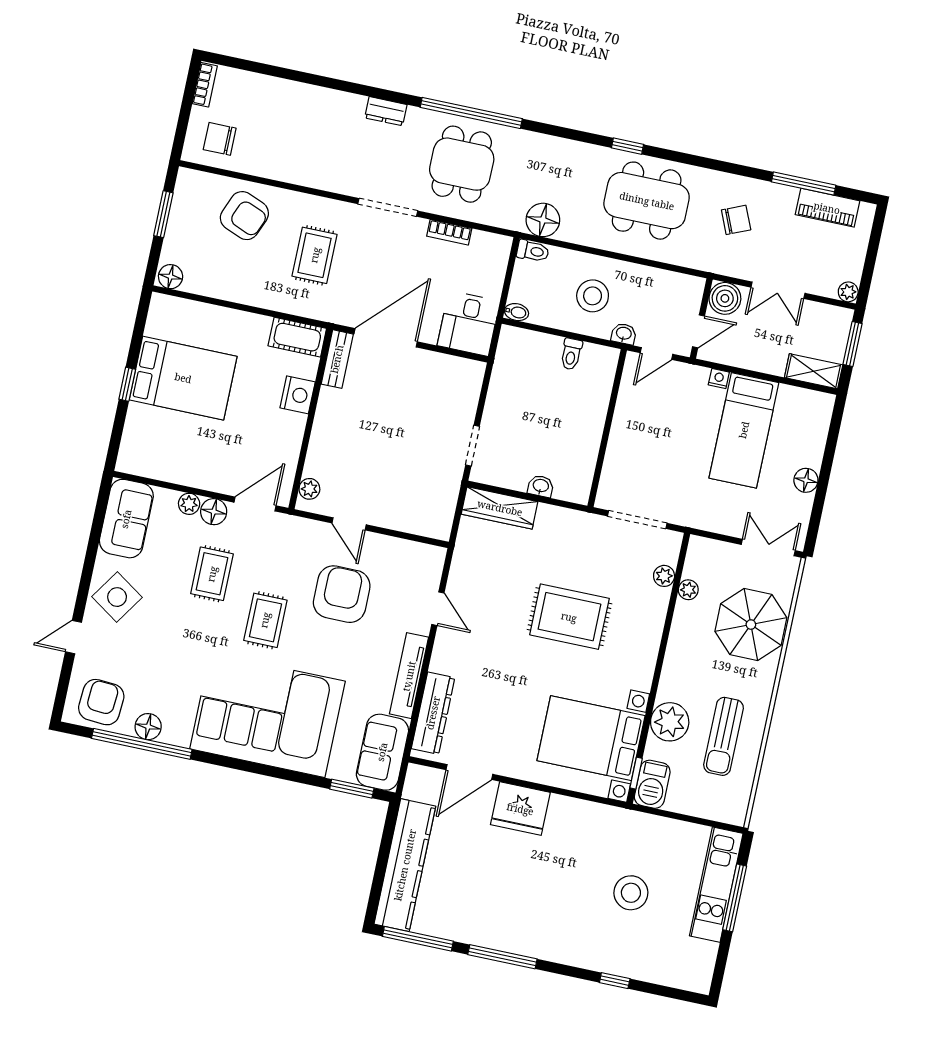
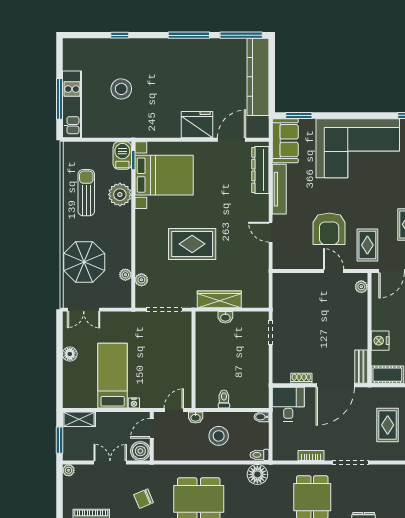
shoe rack: (438, 361) -> (301, 378), added
wardrobe: (500, 508) -> (219, 299), moved
rug: (265, 620) -> (367, 245), moved

